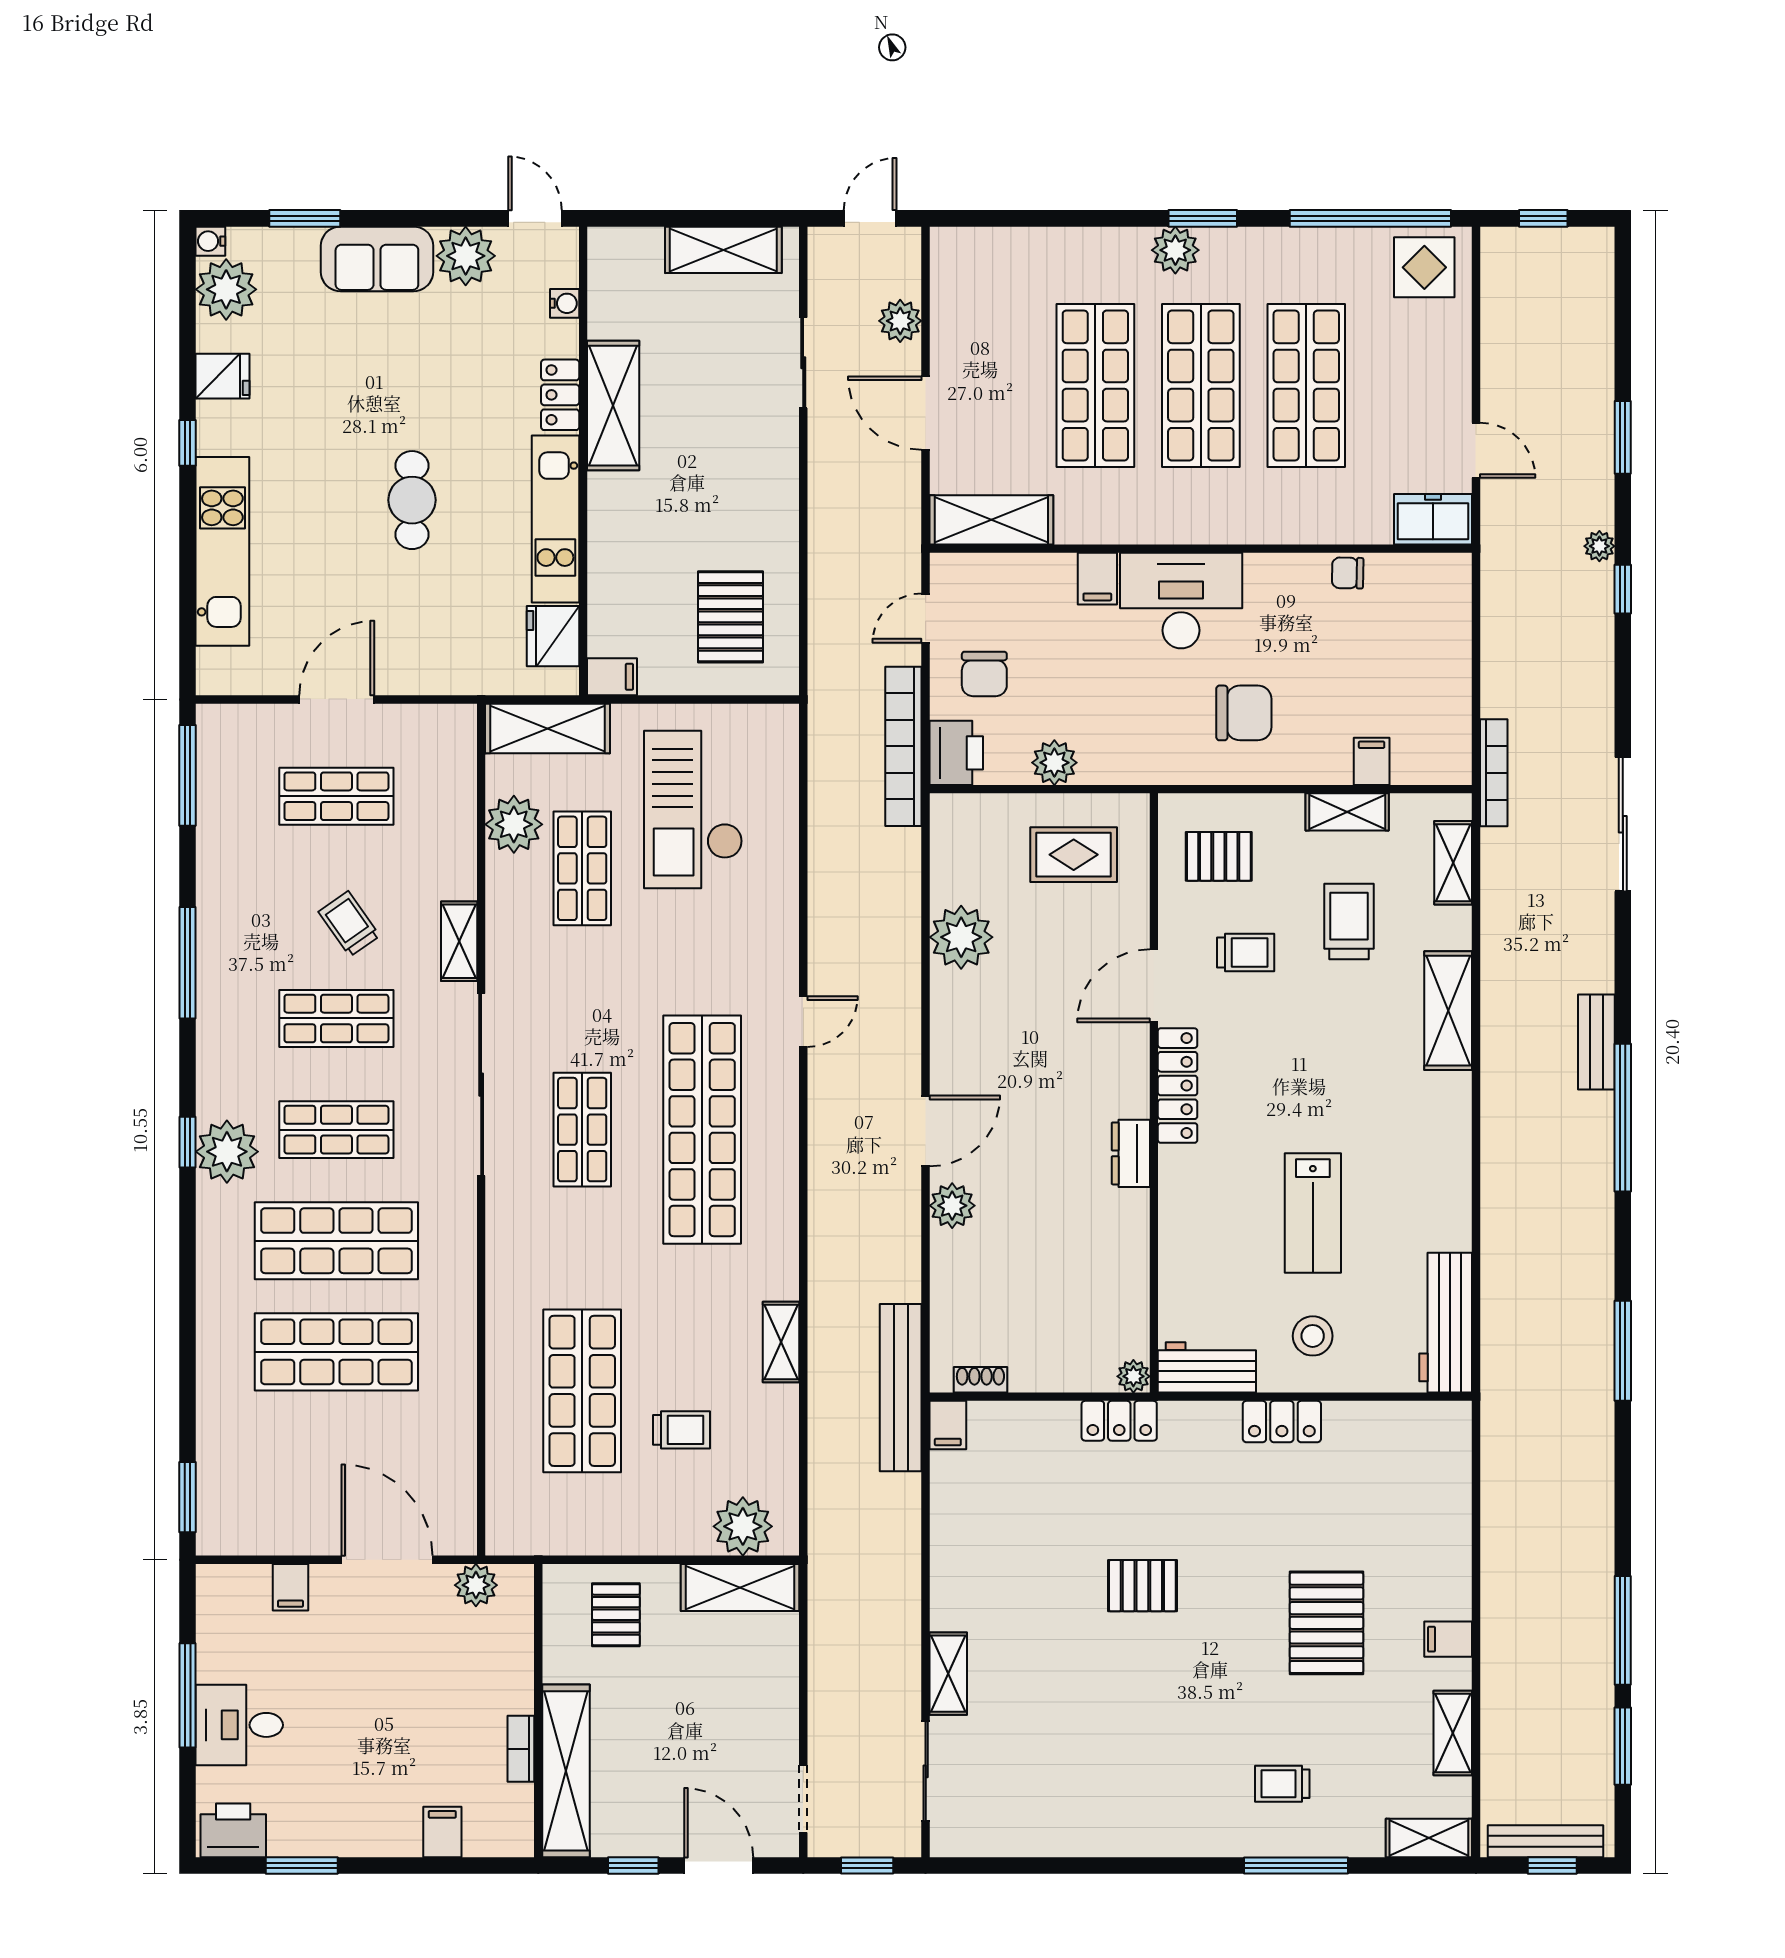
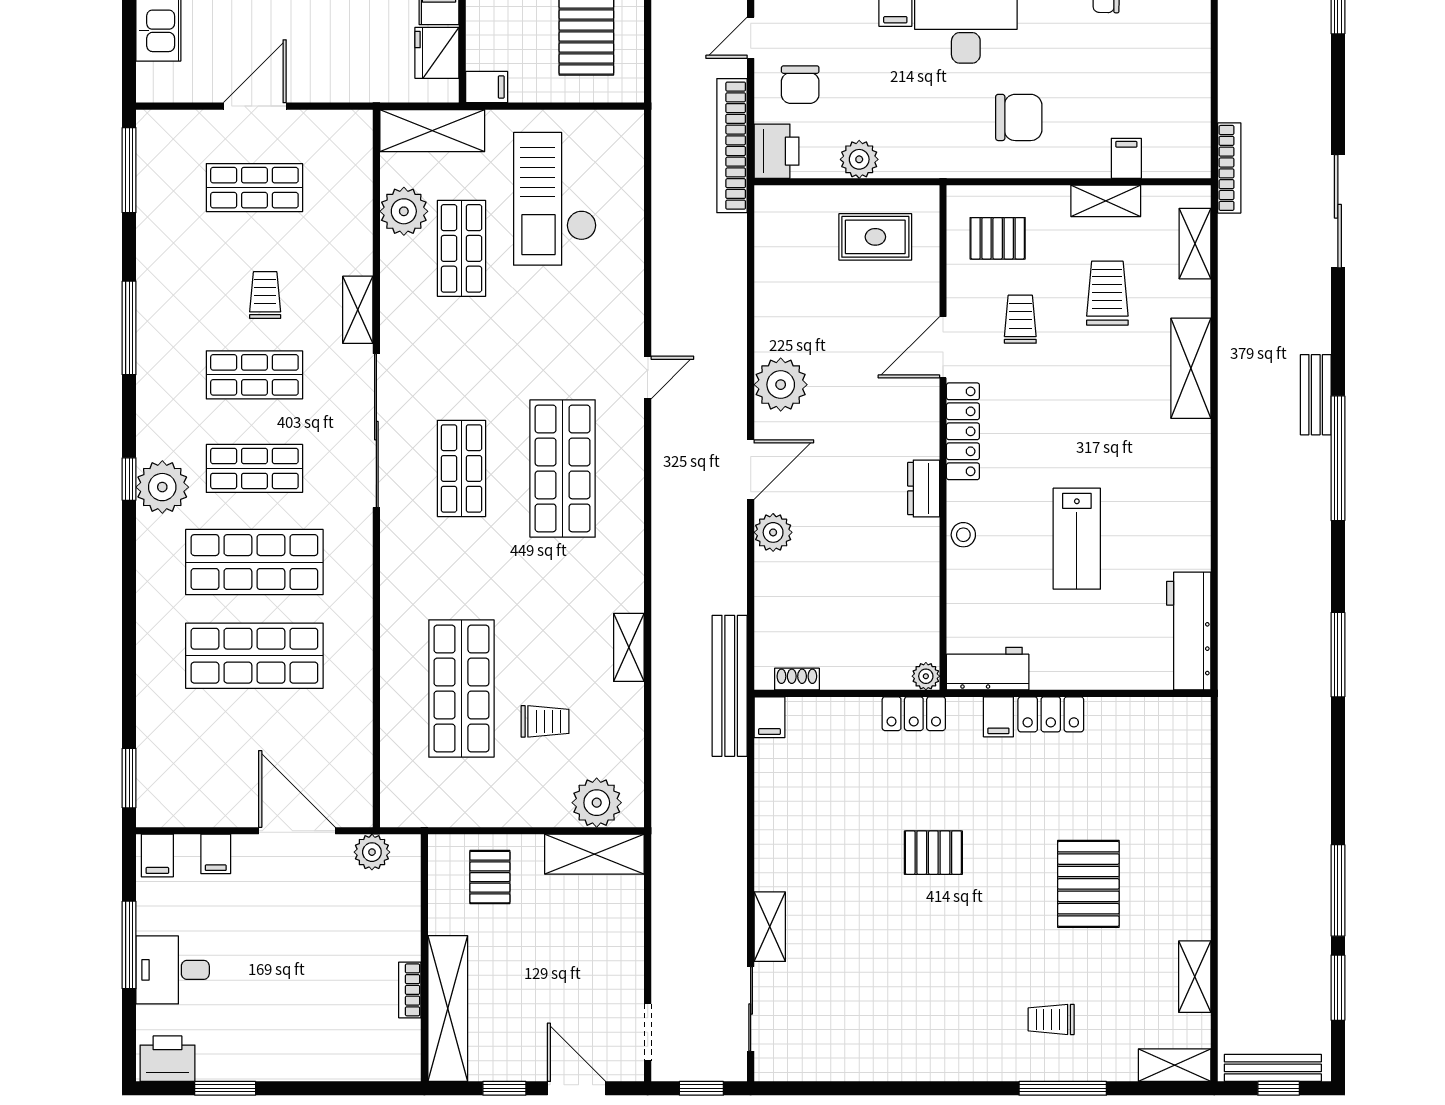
trolley: (349, 924) -> (265, 295), turned 35
plant: (961, 937) -> (781, 385), moved
trolley: (1246, 952) -> (1020, 319), turned -90
shop shelf: (702, 1130) -> (563, 468), width x0.71
stool: (1313, 1336) -> (963, 535), moved, width x0.73, depth x0.73
filing cabinet: (1448, 1639) -> (998, 717), moved, turned -90
filing cabinet: (442, 1832) -> (157, 856), moved, turned 180

